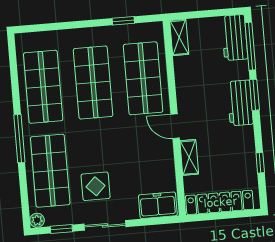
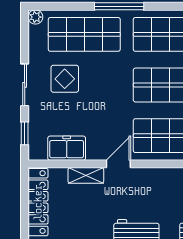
freezer: (158, 205) -> (67, 148), moved, turned -90
window: (61, 229) -> (25, 133), moved

